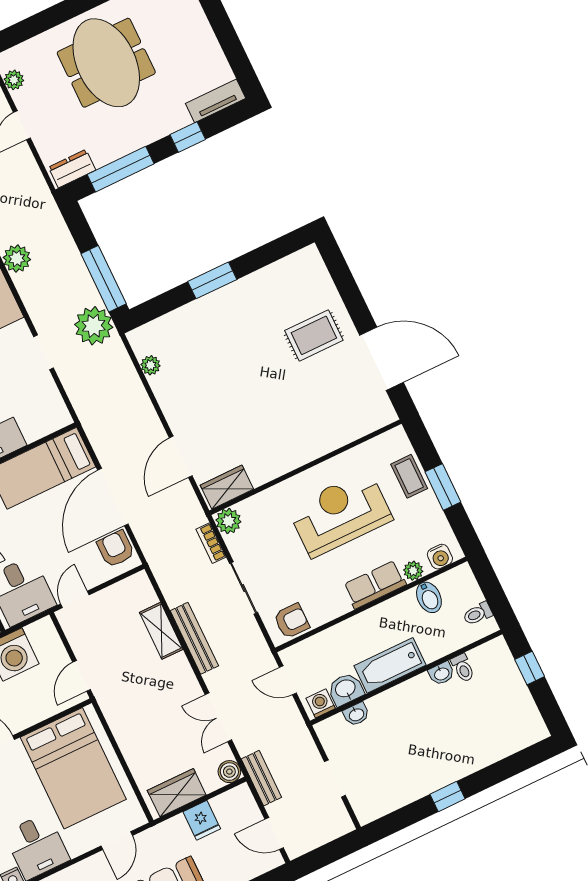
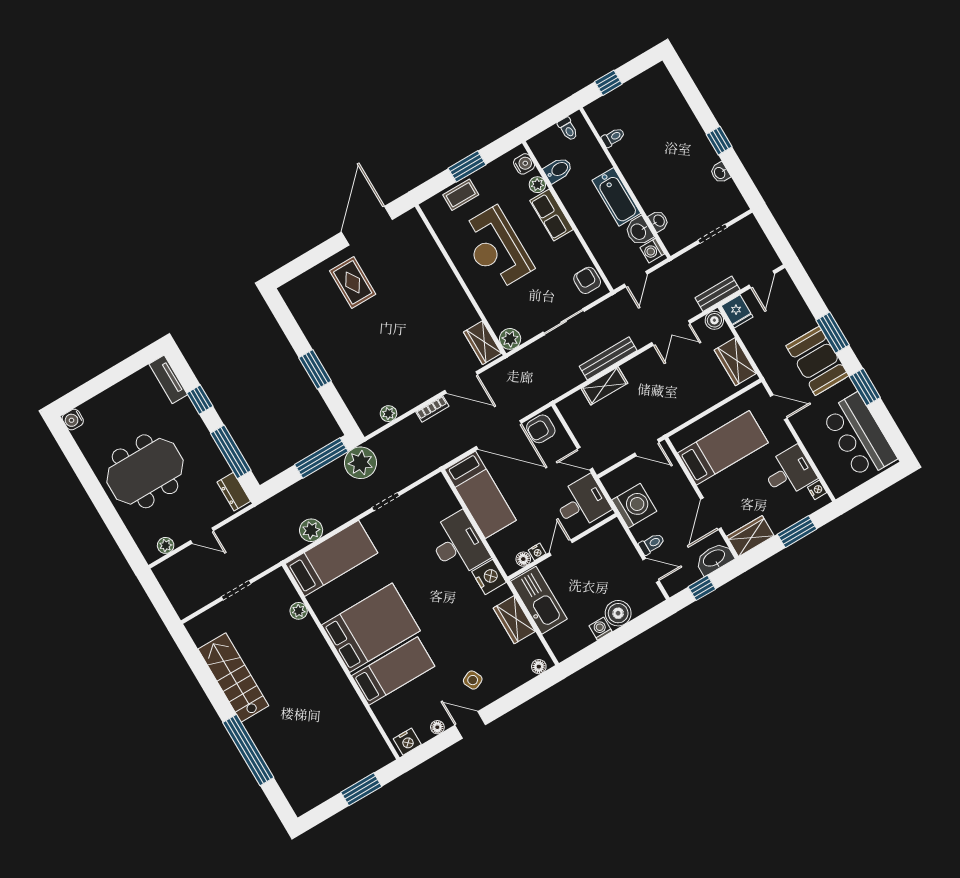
bookcase: (211, 543) -> (432, 409), moved
washbasin: (442, 673) -> (720, 173), moved, turned 180
bed: (73, 768) -> (723, 448), width x0.67
fridge: (202, 820) -> (737, 311), moved, turned 90

